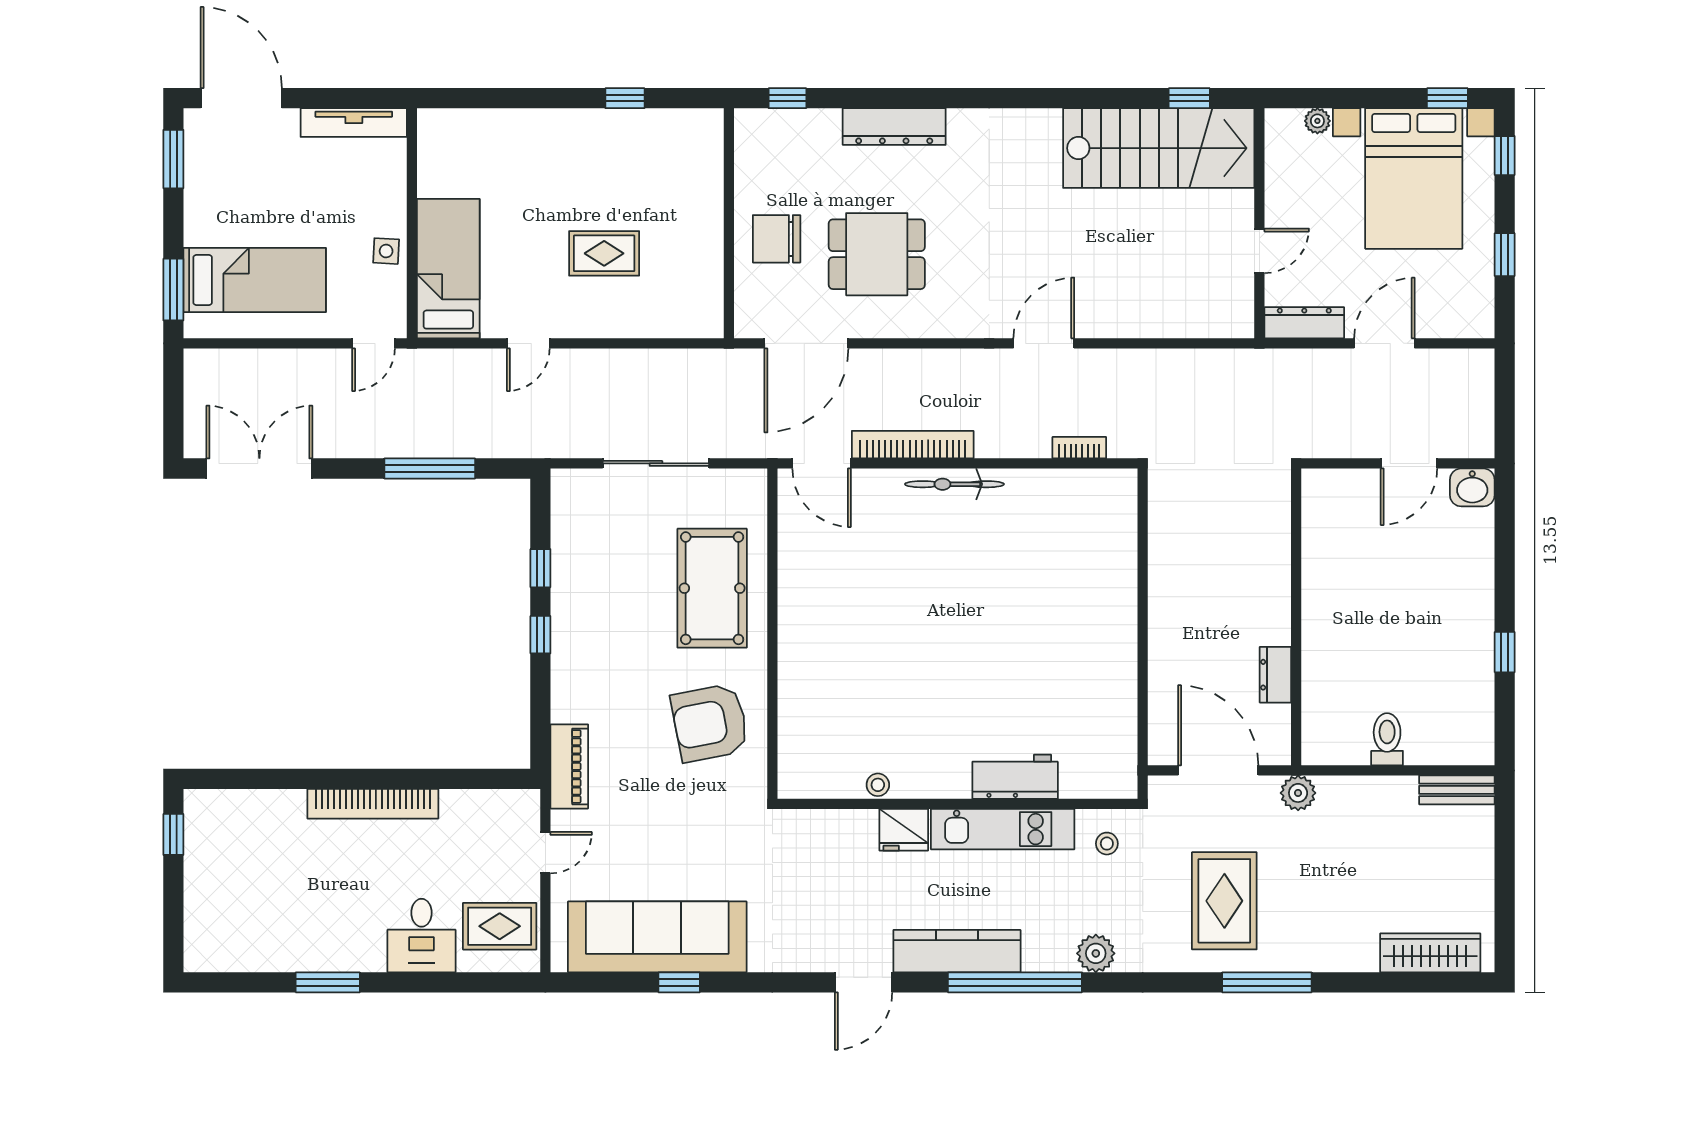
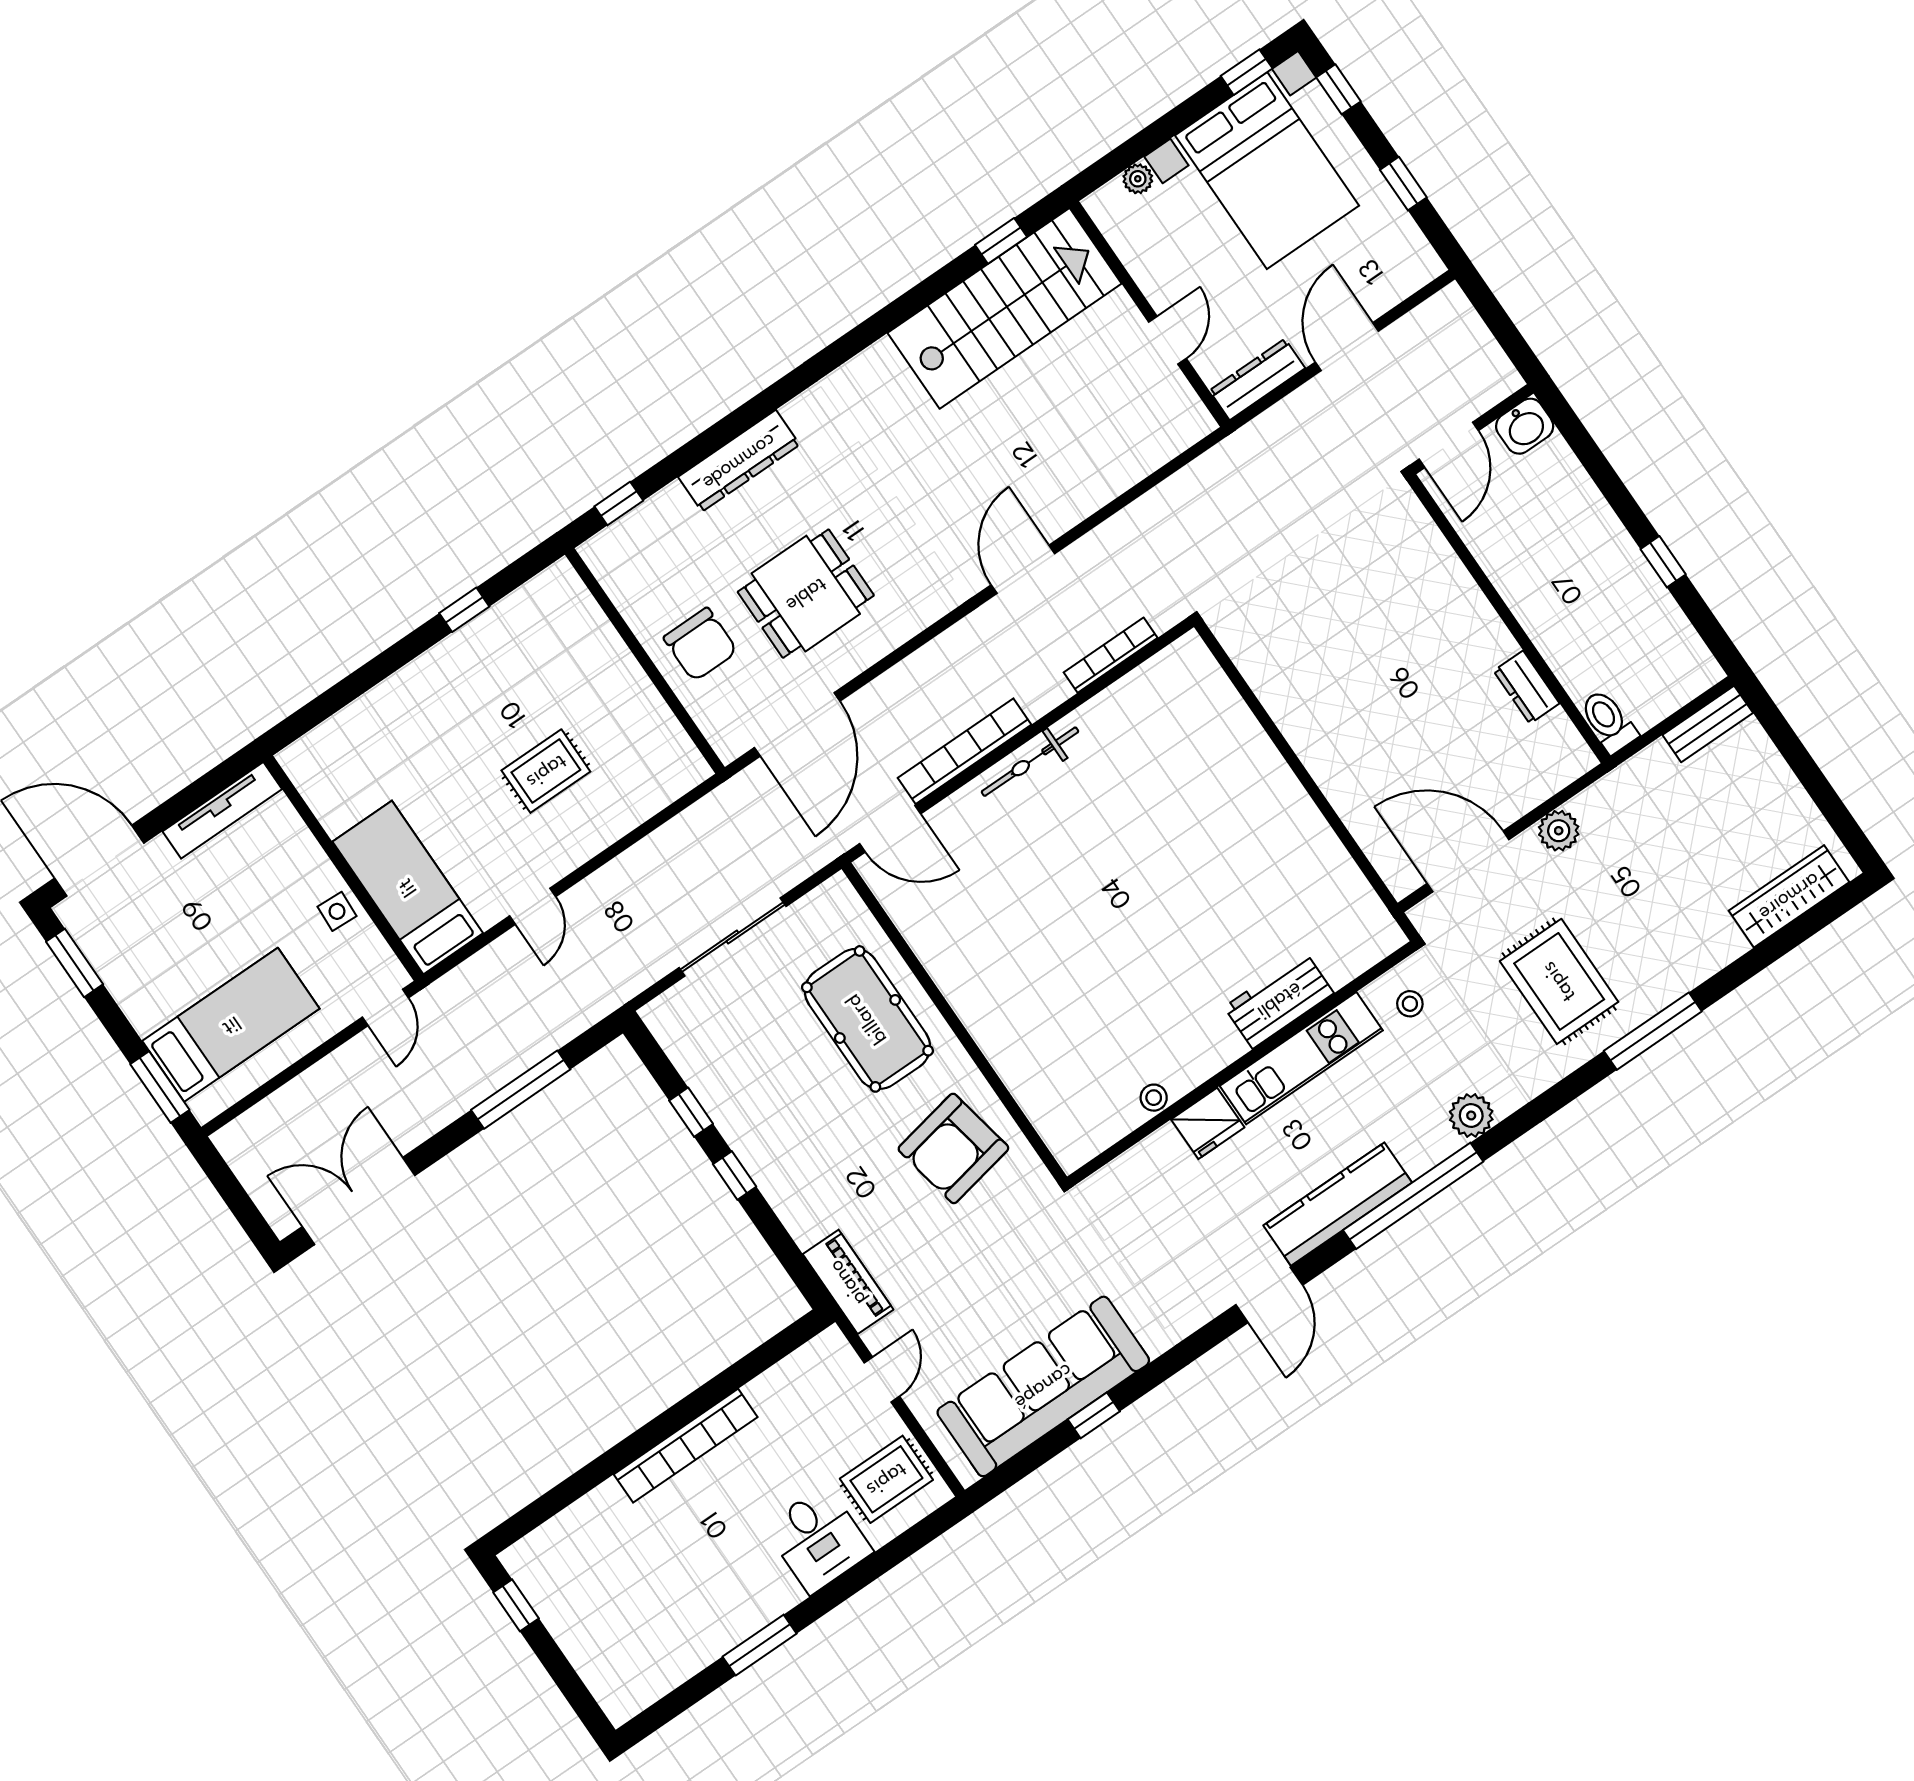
chair: (777, 239) -> (700, 644), turned -90
bookcase: (1079, 448) -> (1111, 655), width x1.56
wall: (1296, 617) -> (1508, 619), moved
dresser: (1275, 675) -> (1527, 687), moved

